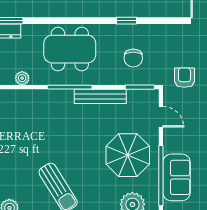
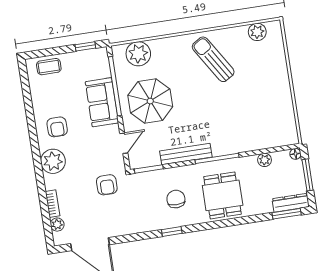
dining table: (70, 49) -> (223, 195), width x0.73
chair: (133, 58) -> (176, 199), moved
door: (161, 117) -> (124, 143), swing flipped
sofa: (177, 177) -> (102, 102), moved

